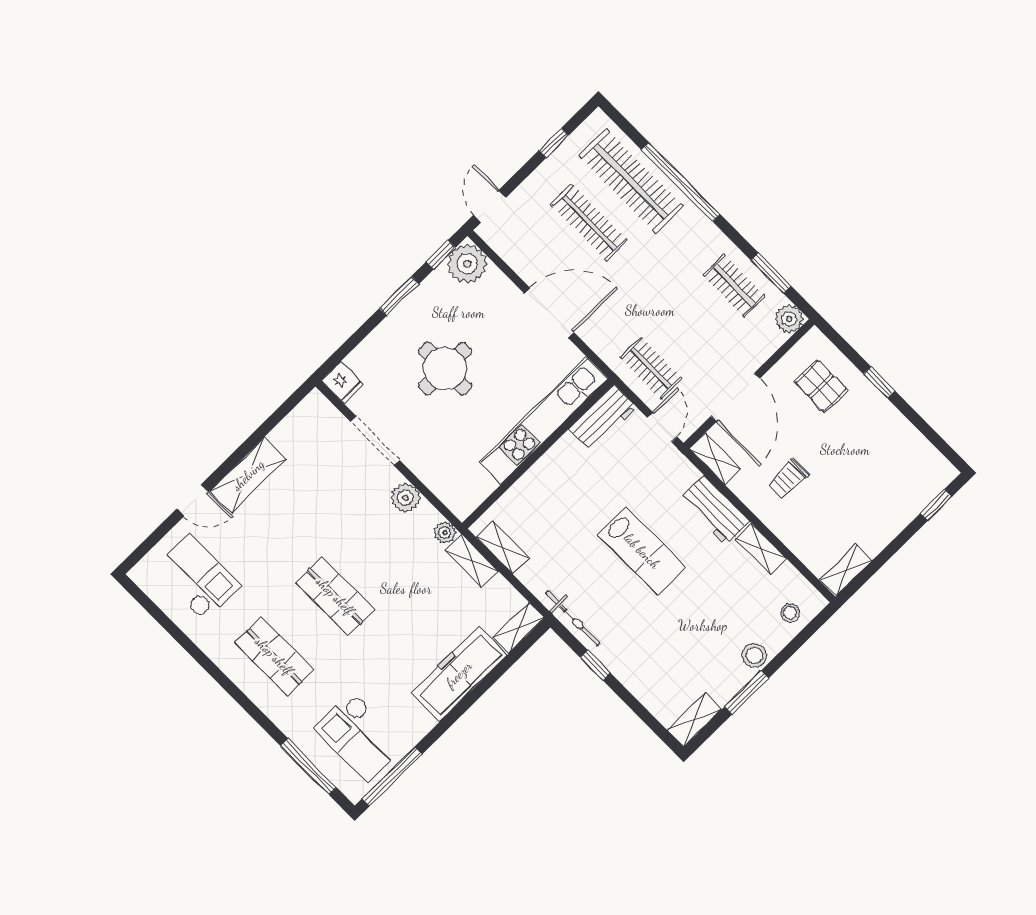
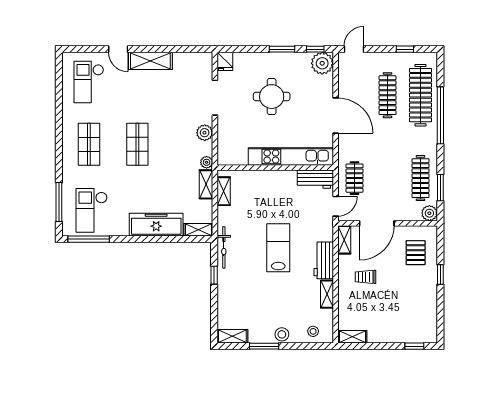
clothes rail: (734, 286) -> (421, 178), width x1.36
lab bench: (642, 551) -> (278, 248), turned 180
checkout: (197, 578) -> (89, 82), turned 180

